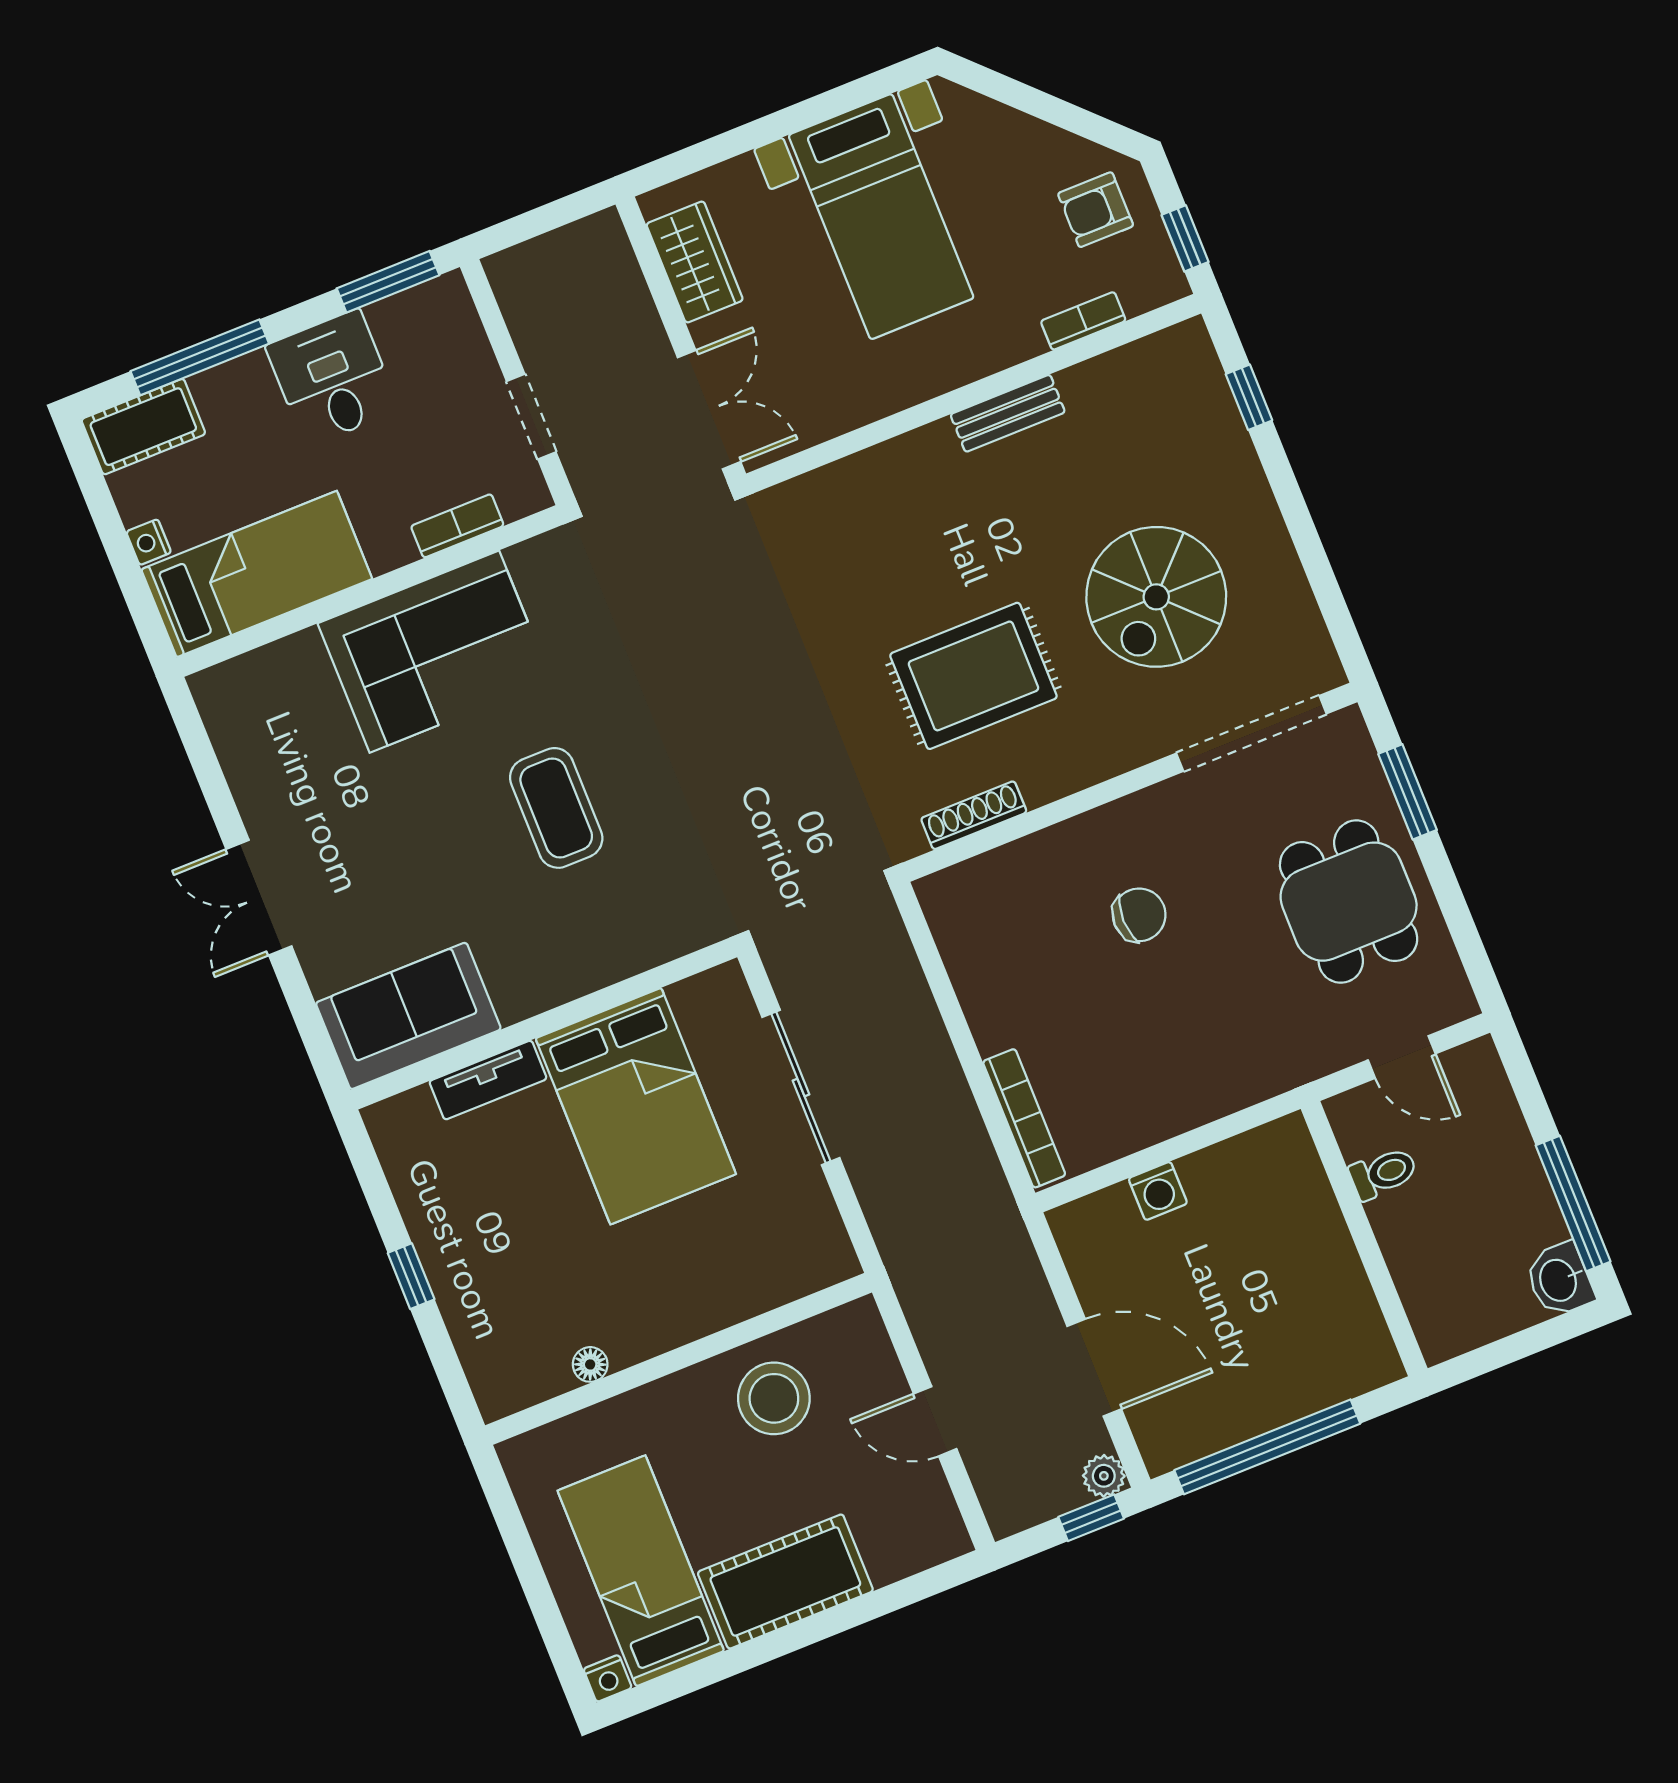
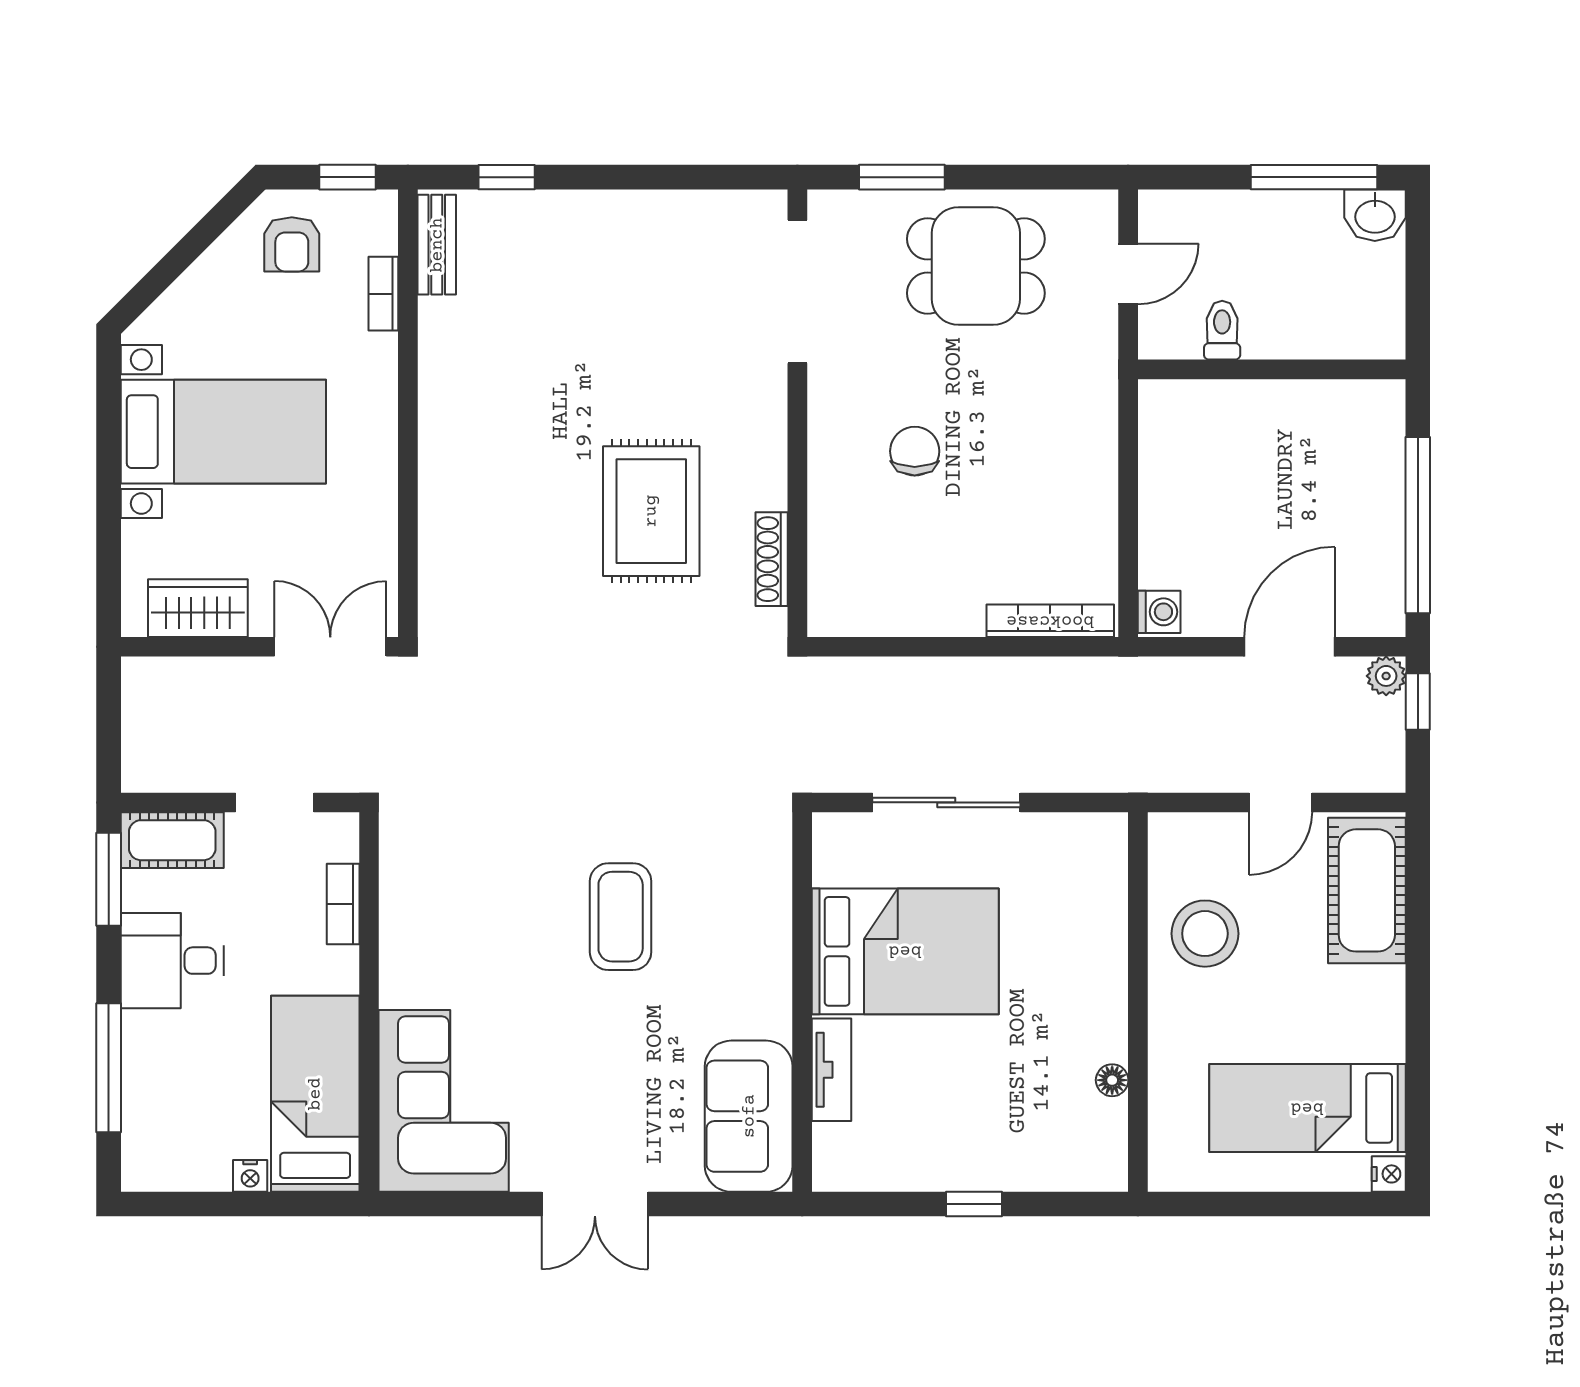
bench: (1008, 413) -> (437, 245), moved
cot: (143, 427) -> (172, 840), moved, turned 90
spiral stairs: (1156, 597) -> (647, 326), removed
corner sofa: (434, 652) -> (444, 1101), moved
coffee table: (556, 808) -> (621, 917), turned 90
washing machine: (1158, 1191) -> (1159, 612), moved
cot: (785, 1581) -> (1367, 890), moved

